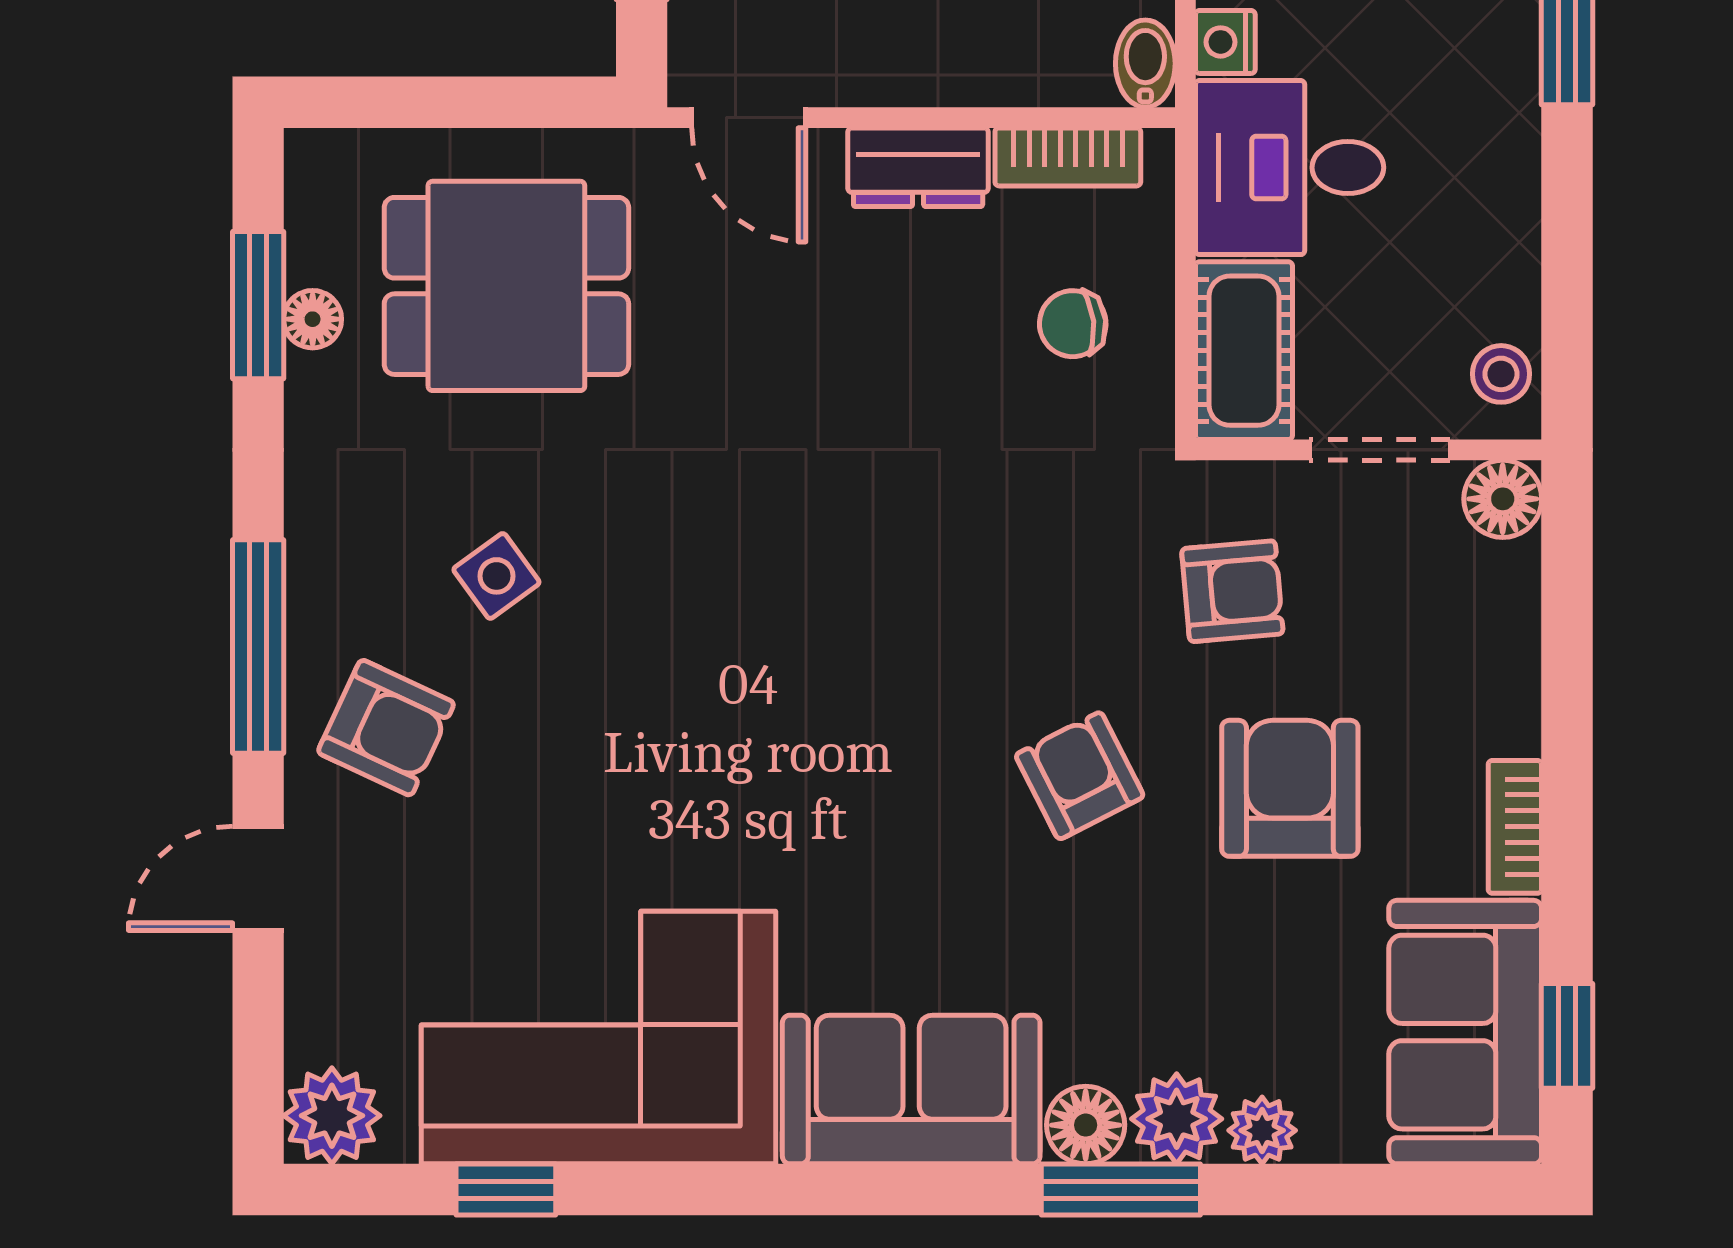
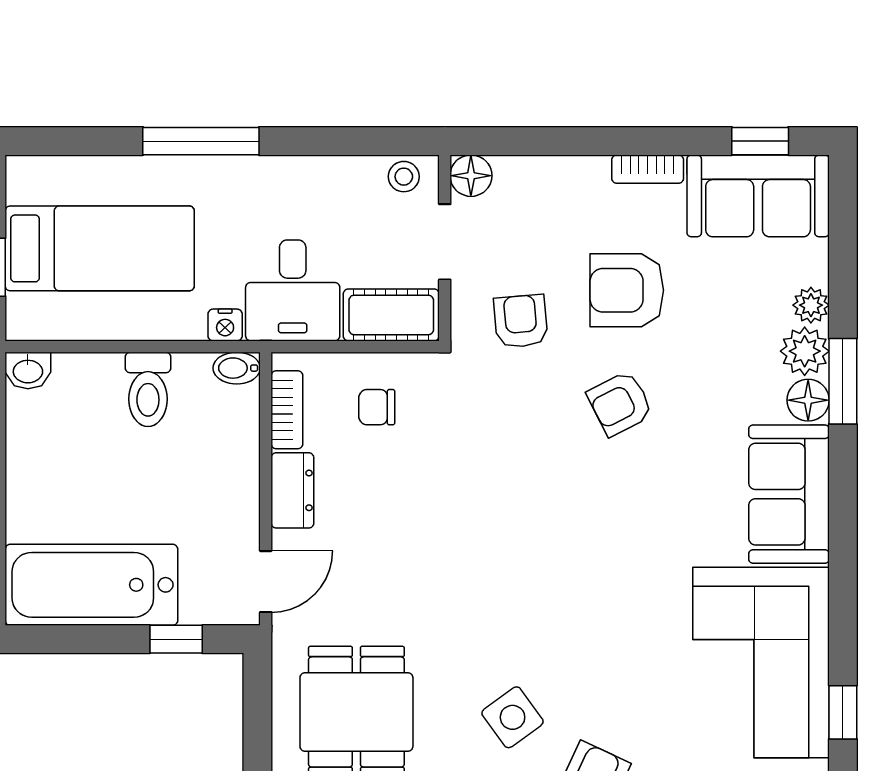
chair: (1073, 324) -> (377, 407), turned 96
side table: (496, 576) -> (513, 717), width x1.37, depth x1.37

